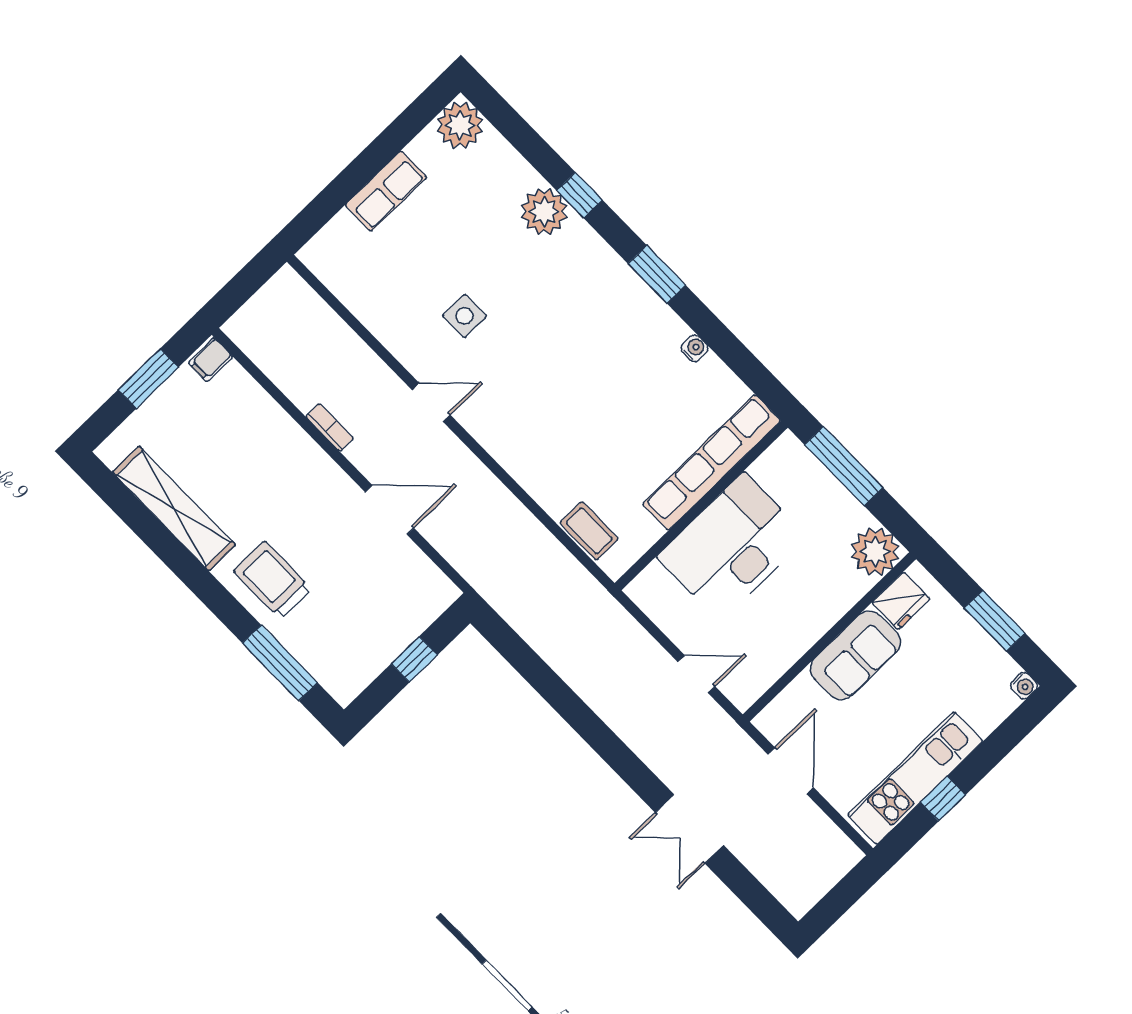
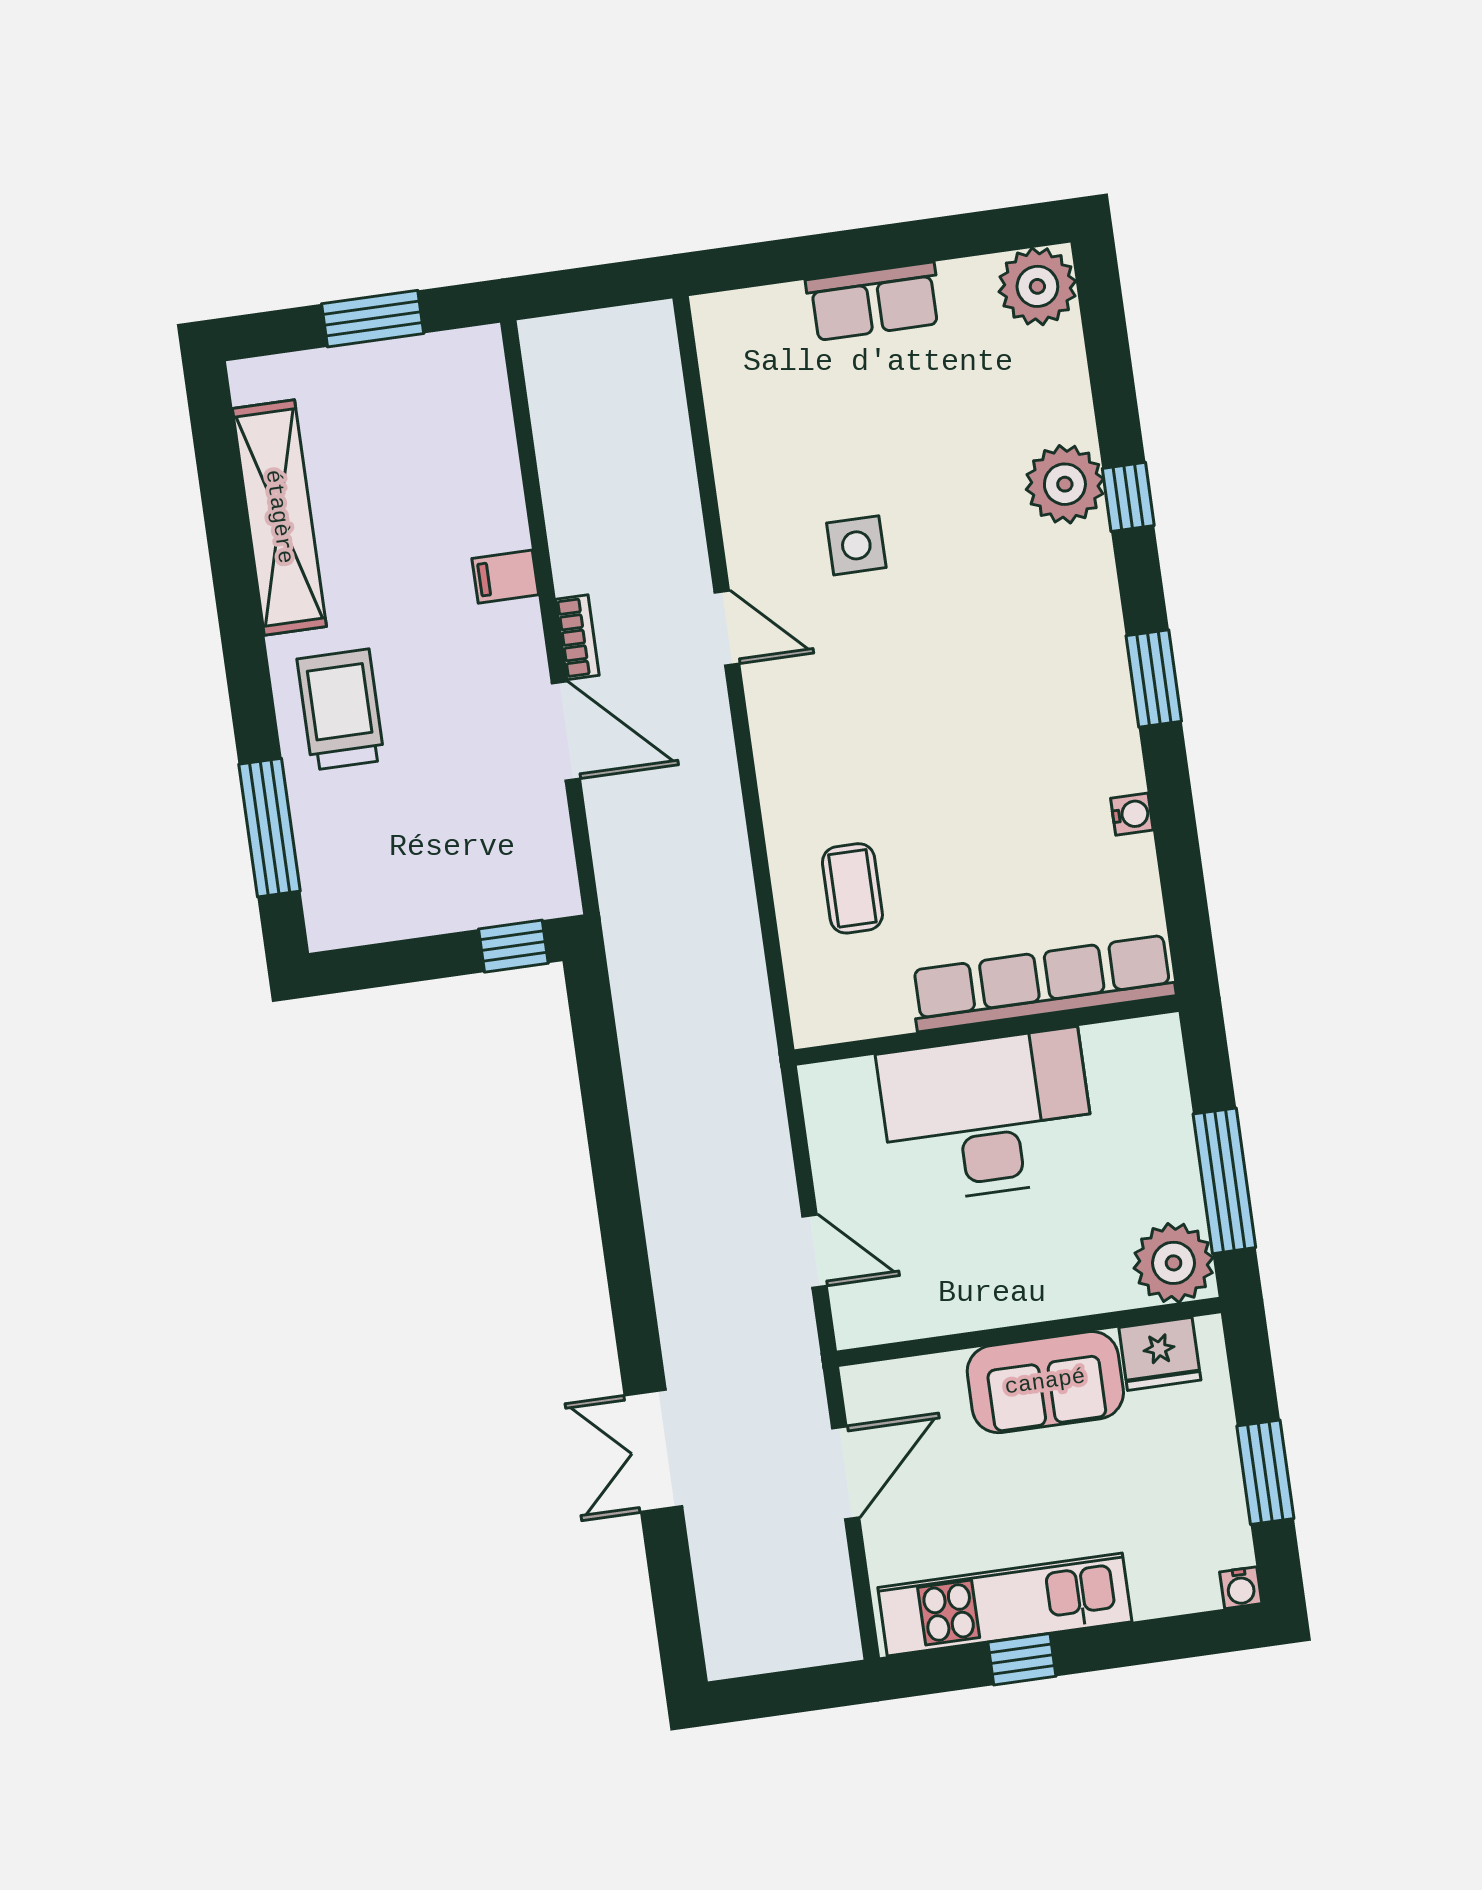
filing cabinet: (210, 360) -> (505, 577), moved
bookcase: (330, 427) -> (577, 637), moved
window: (844, 466) -> (1224, 1181), moved
coffee table: (589, 531) -> (852, 888), moved
window: (414, 659) -> (513, 946), moved

